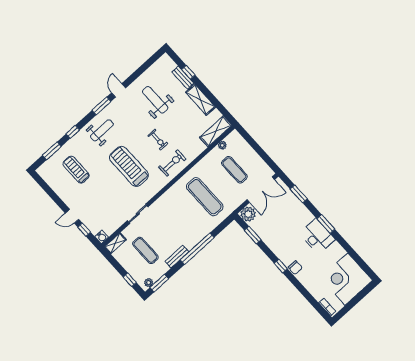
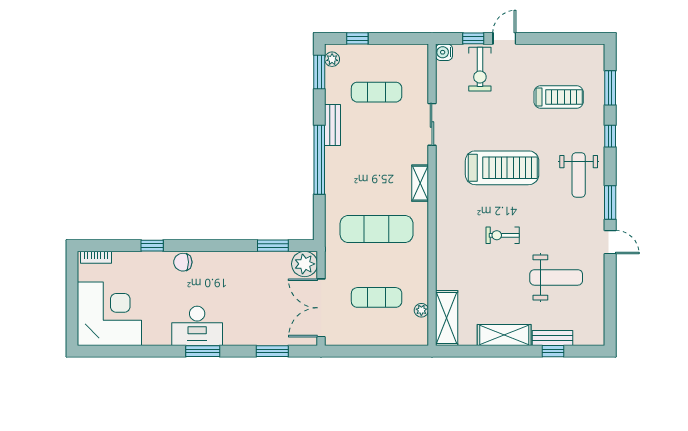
exercise bike: (172, 163) -> (480, 69), moved
shelving: (115, 243) -> (420, 183), moved
window: (281, 266) -> (152, 246), moved

